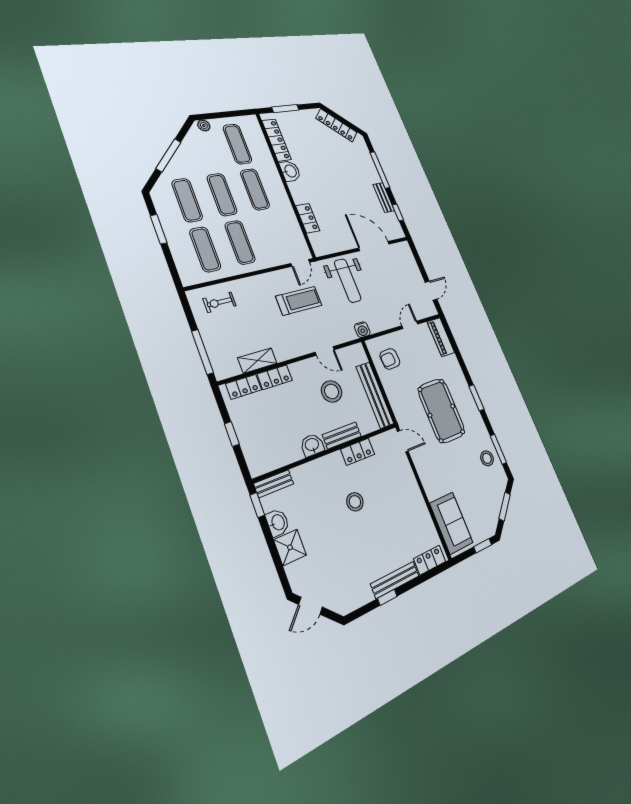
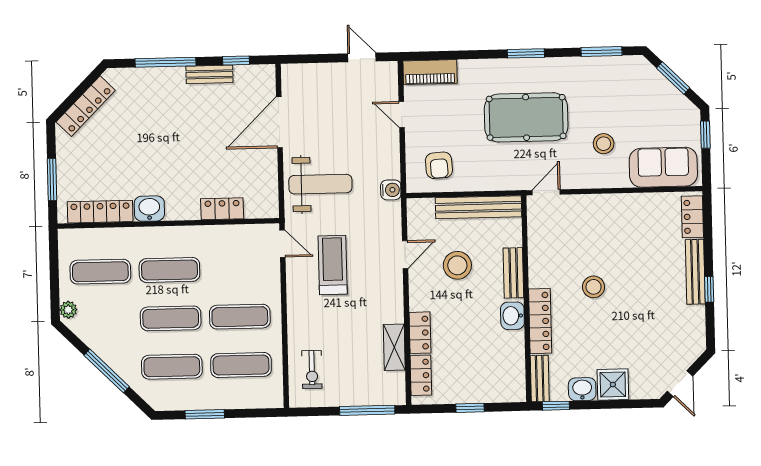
locker: (358, 452) -> (540, 321), moved, width x1.53
stool: (487, 458) -> (604, 144), moved

